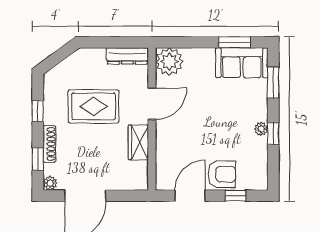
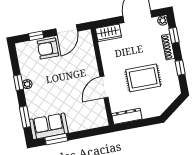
plant: (169, 62) -> (98, 118), removed
wardrobe: (138, 142) -> (108, 33), moved, turned 90

